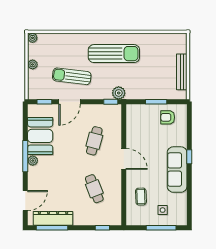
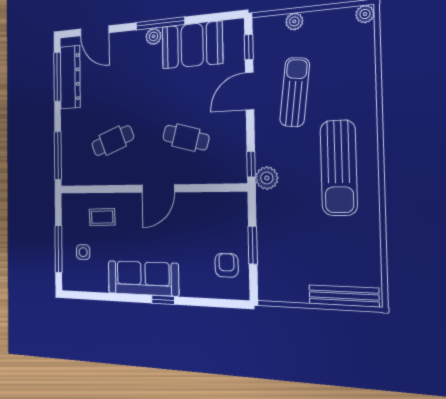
plant: (33, 64) -> (294, 21), moved
bench: (182, 72) -> (344, 296), moved
door: (70, 102) -> (250, 91), hinge flipped
window: (102, 228) -> (58, 156), width x2.17

